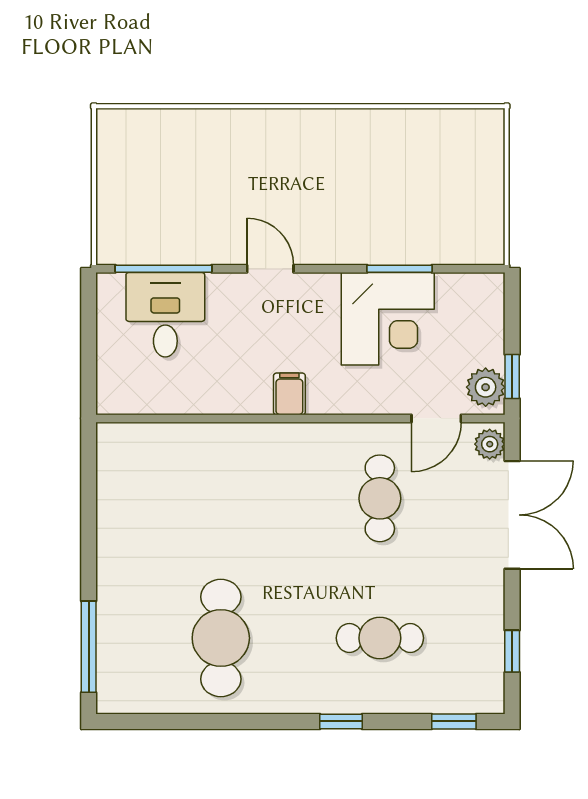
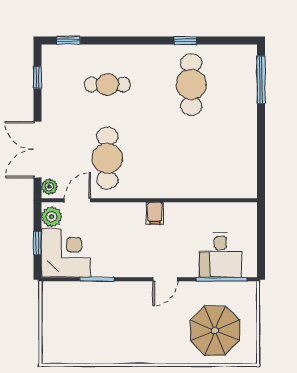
parasol: (176, 172) -> (215, 330), added
door: (270, 269) -> (165, 279), hinge flipped
corner desk: (388, 319) -> (66, 253), moved, turned 90
window: (512, 376) -> (38, 243), moved
cafe table: (380, 498) -> (107, 158), width x1.37, depth x1.35
window: (341, 721) -> (185, 40), moved

